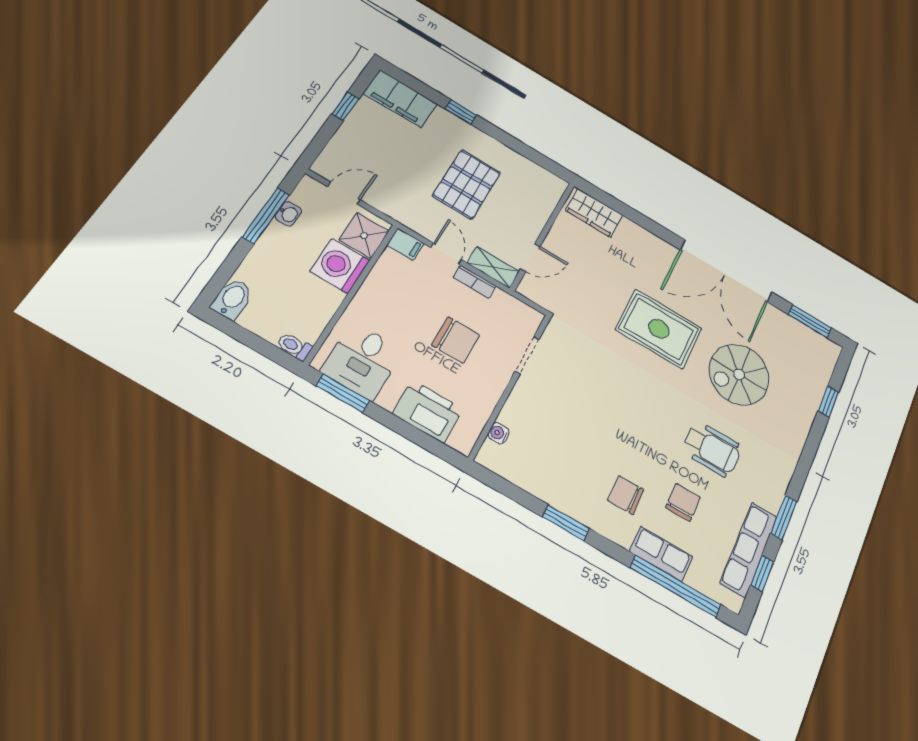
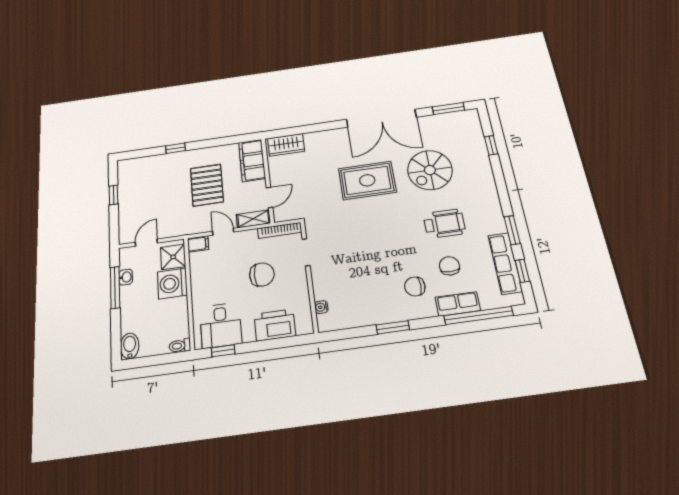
filing cabinet: (400, 99) -> (252, 161), moved, turned 90
bookcase: (475, 282) -> (280, 230), moved, width x1.56
window: (343, 393) -> (223, 351), width x0.67

